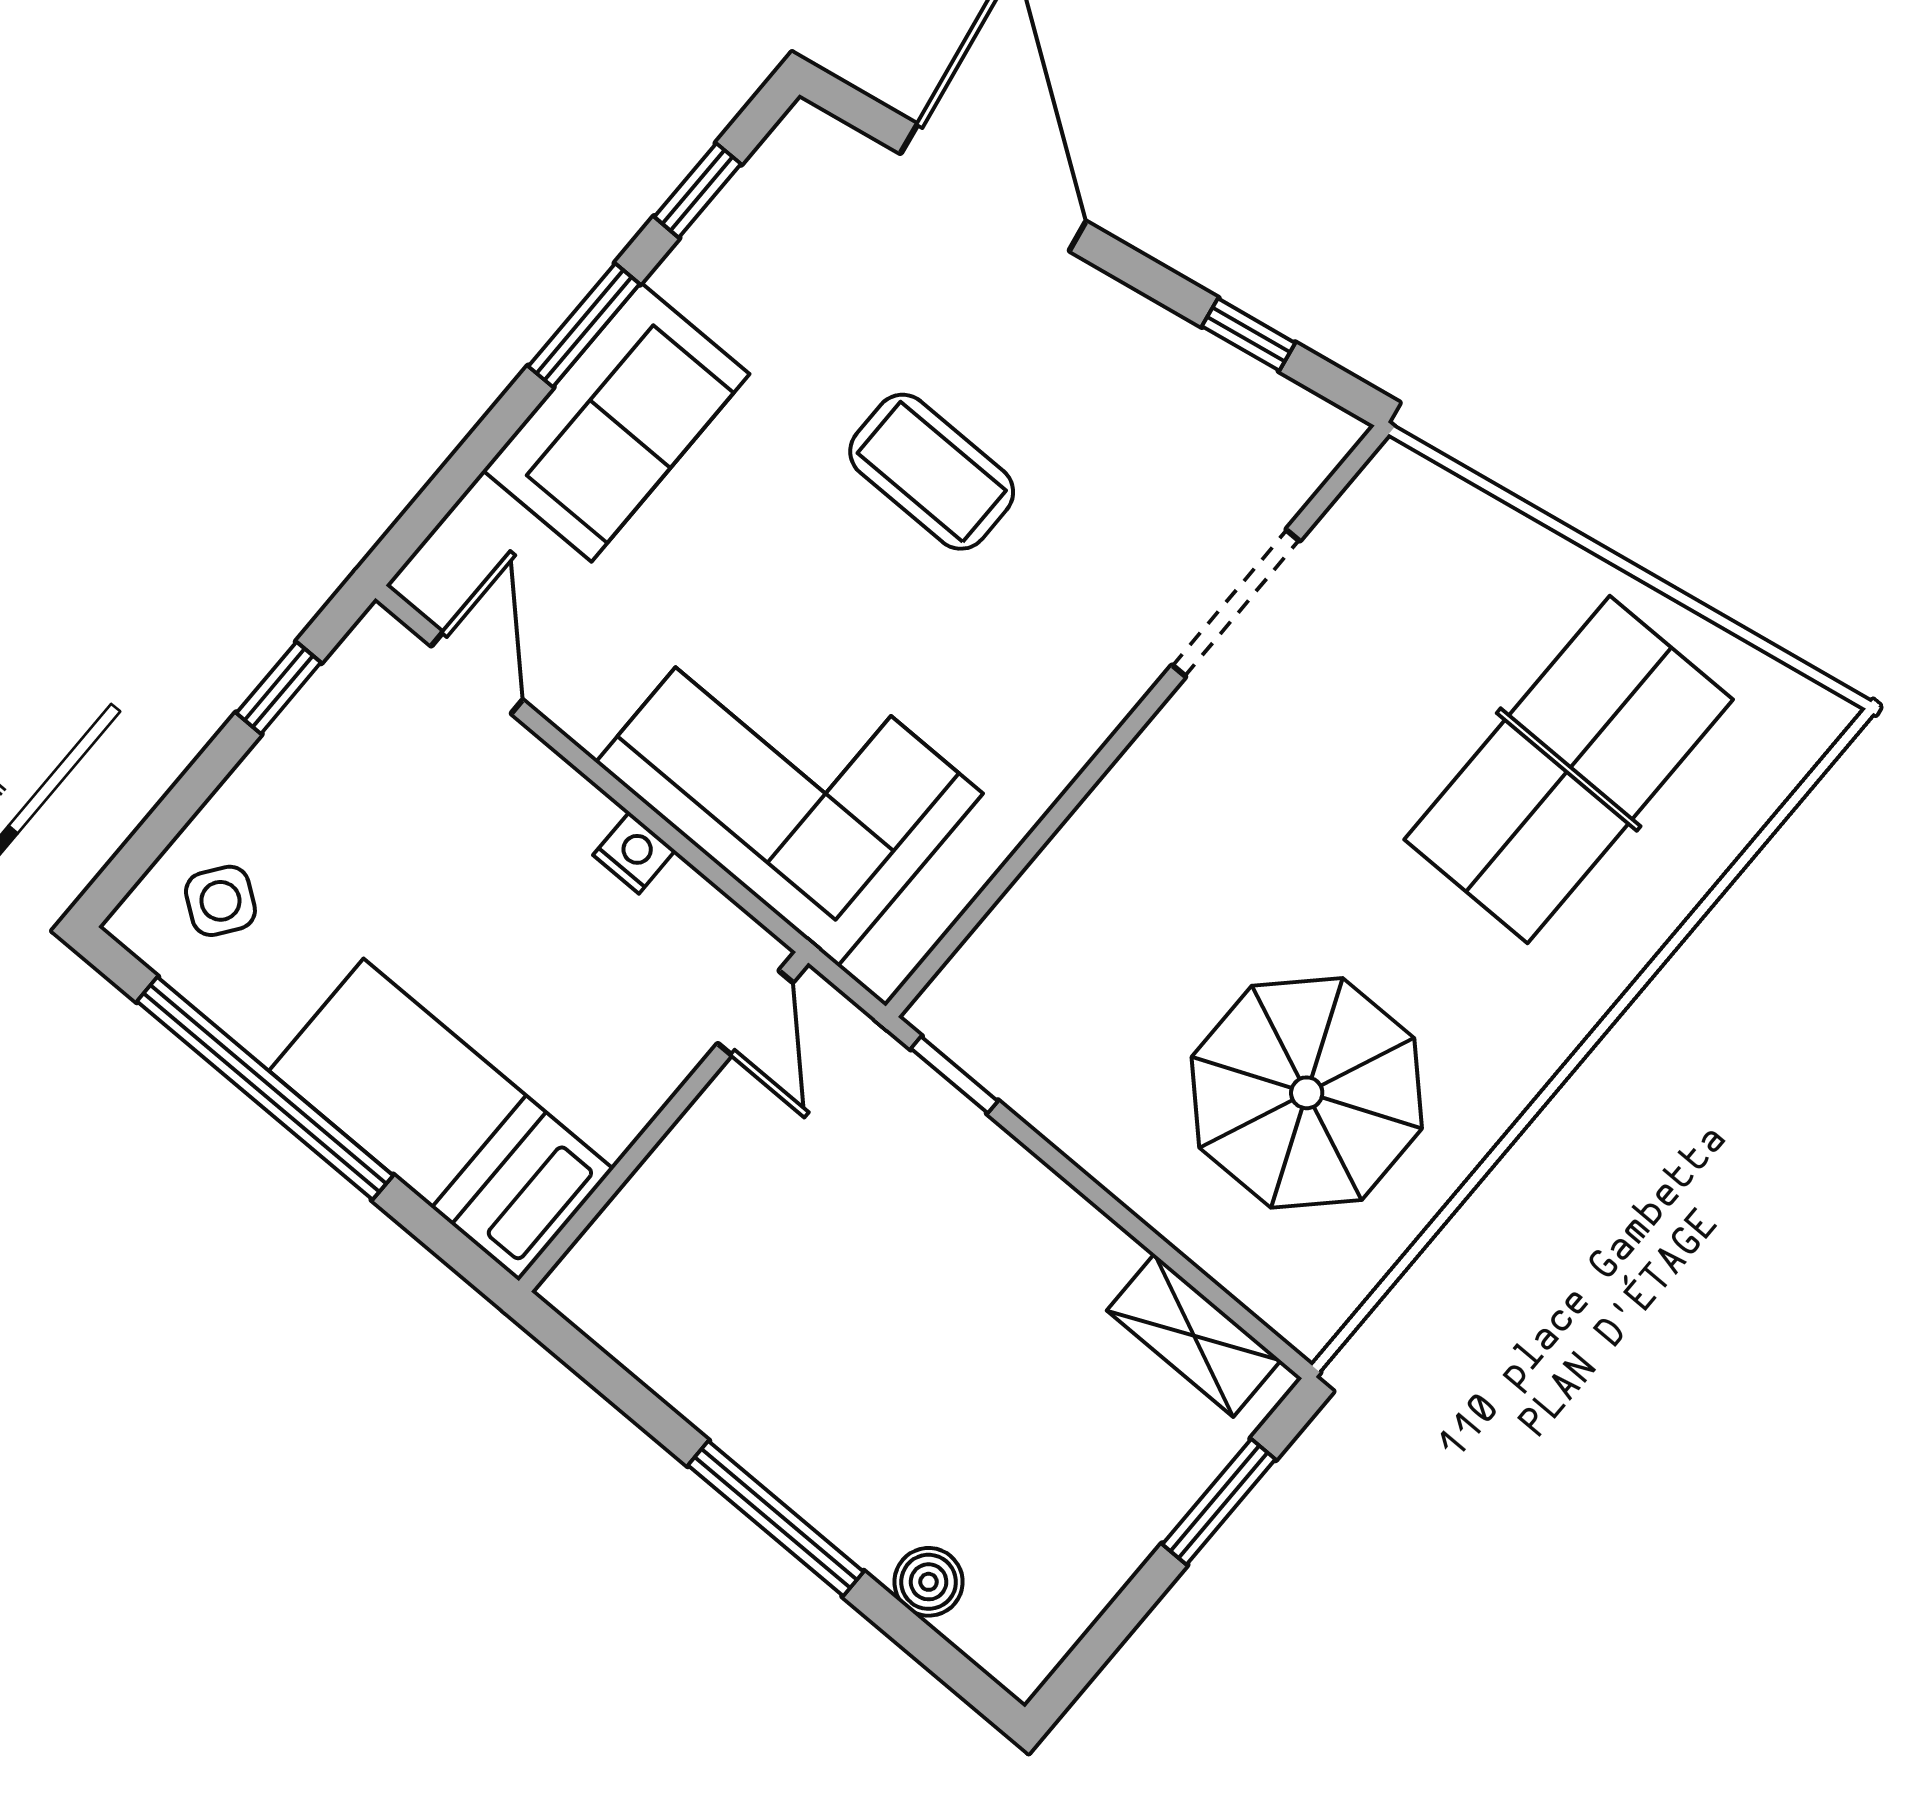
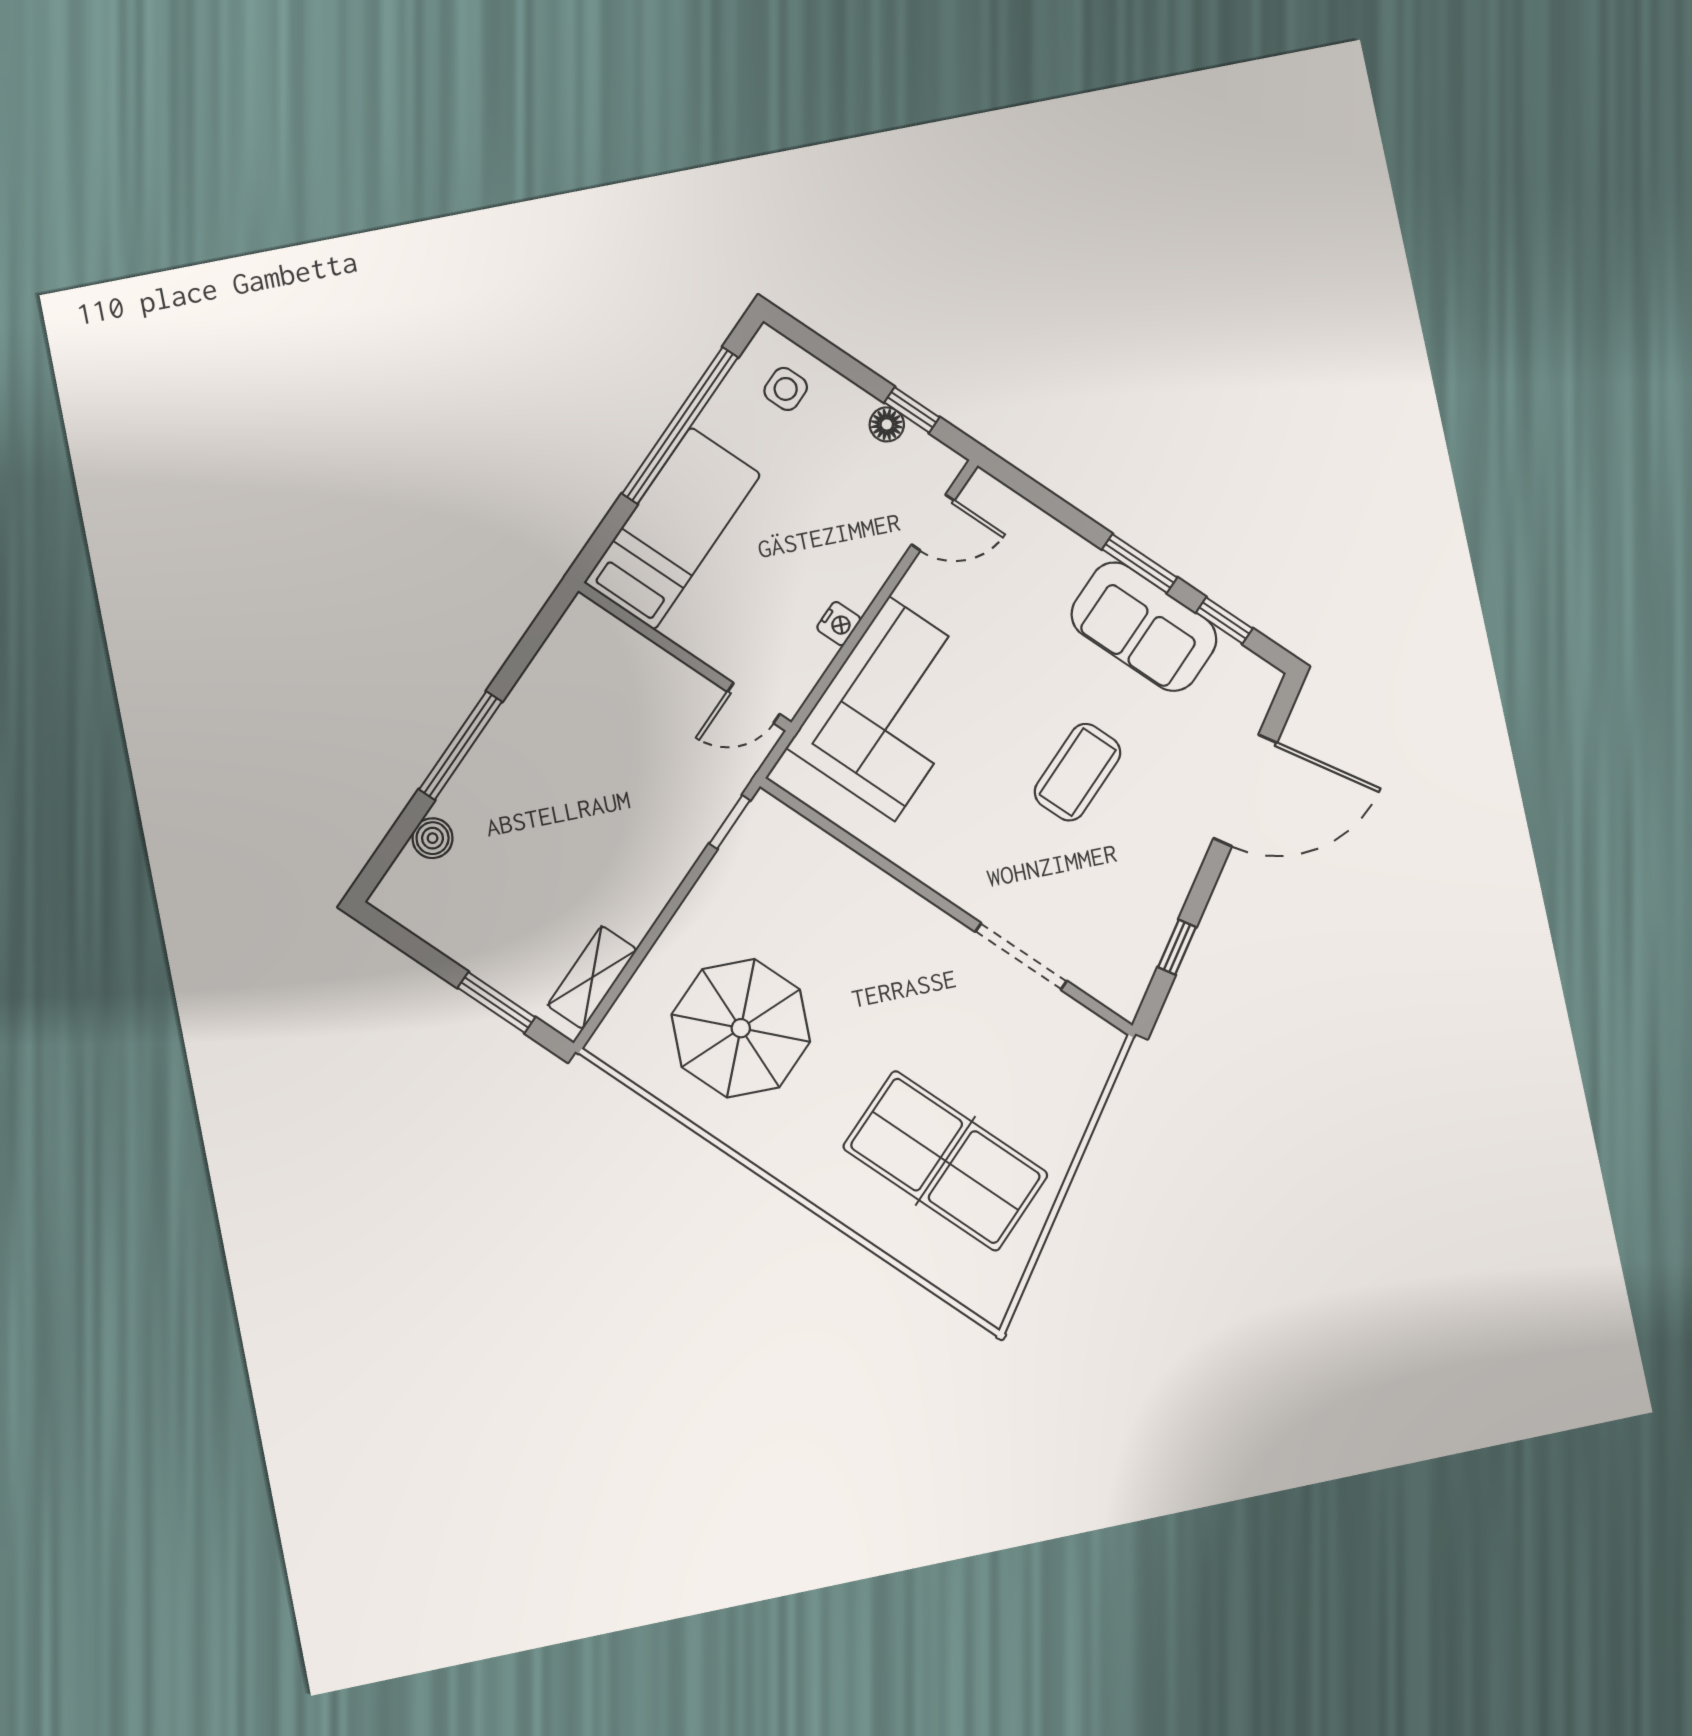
sofa: (616, 422) -> (1144, 627), moved
floor lamp: (299, 734) -> (887, 424), added
side table: (220, 901) -> (786, 389), turned -36

